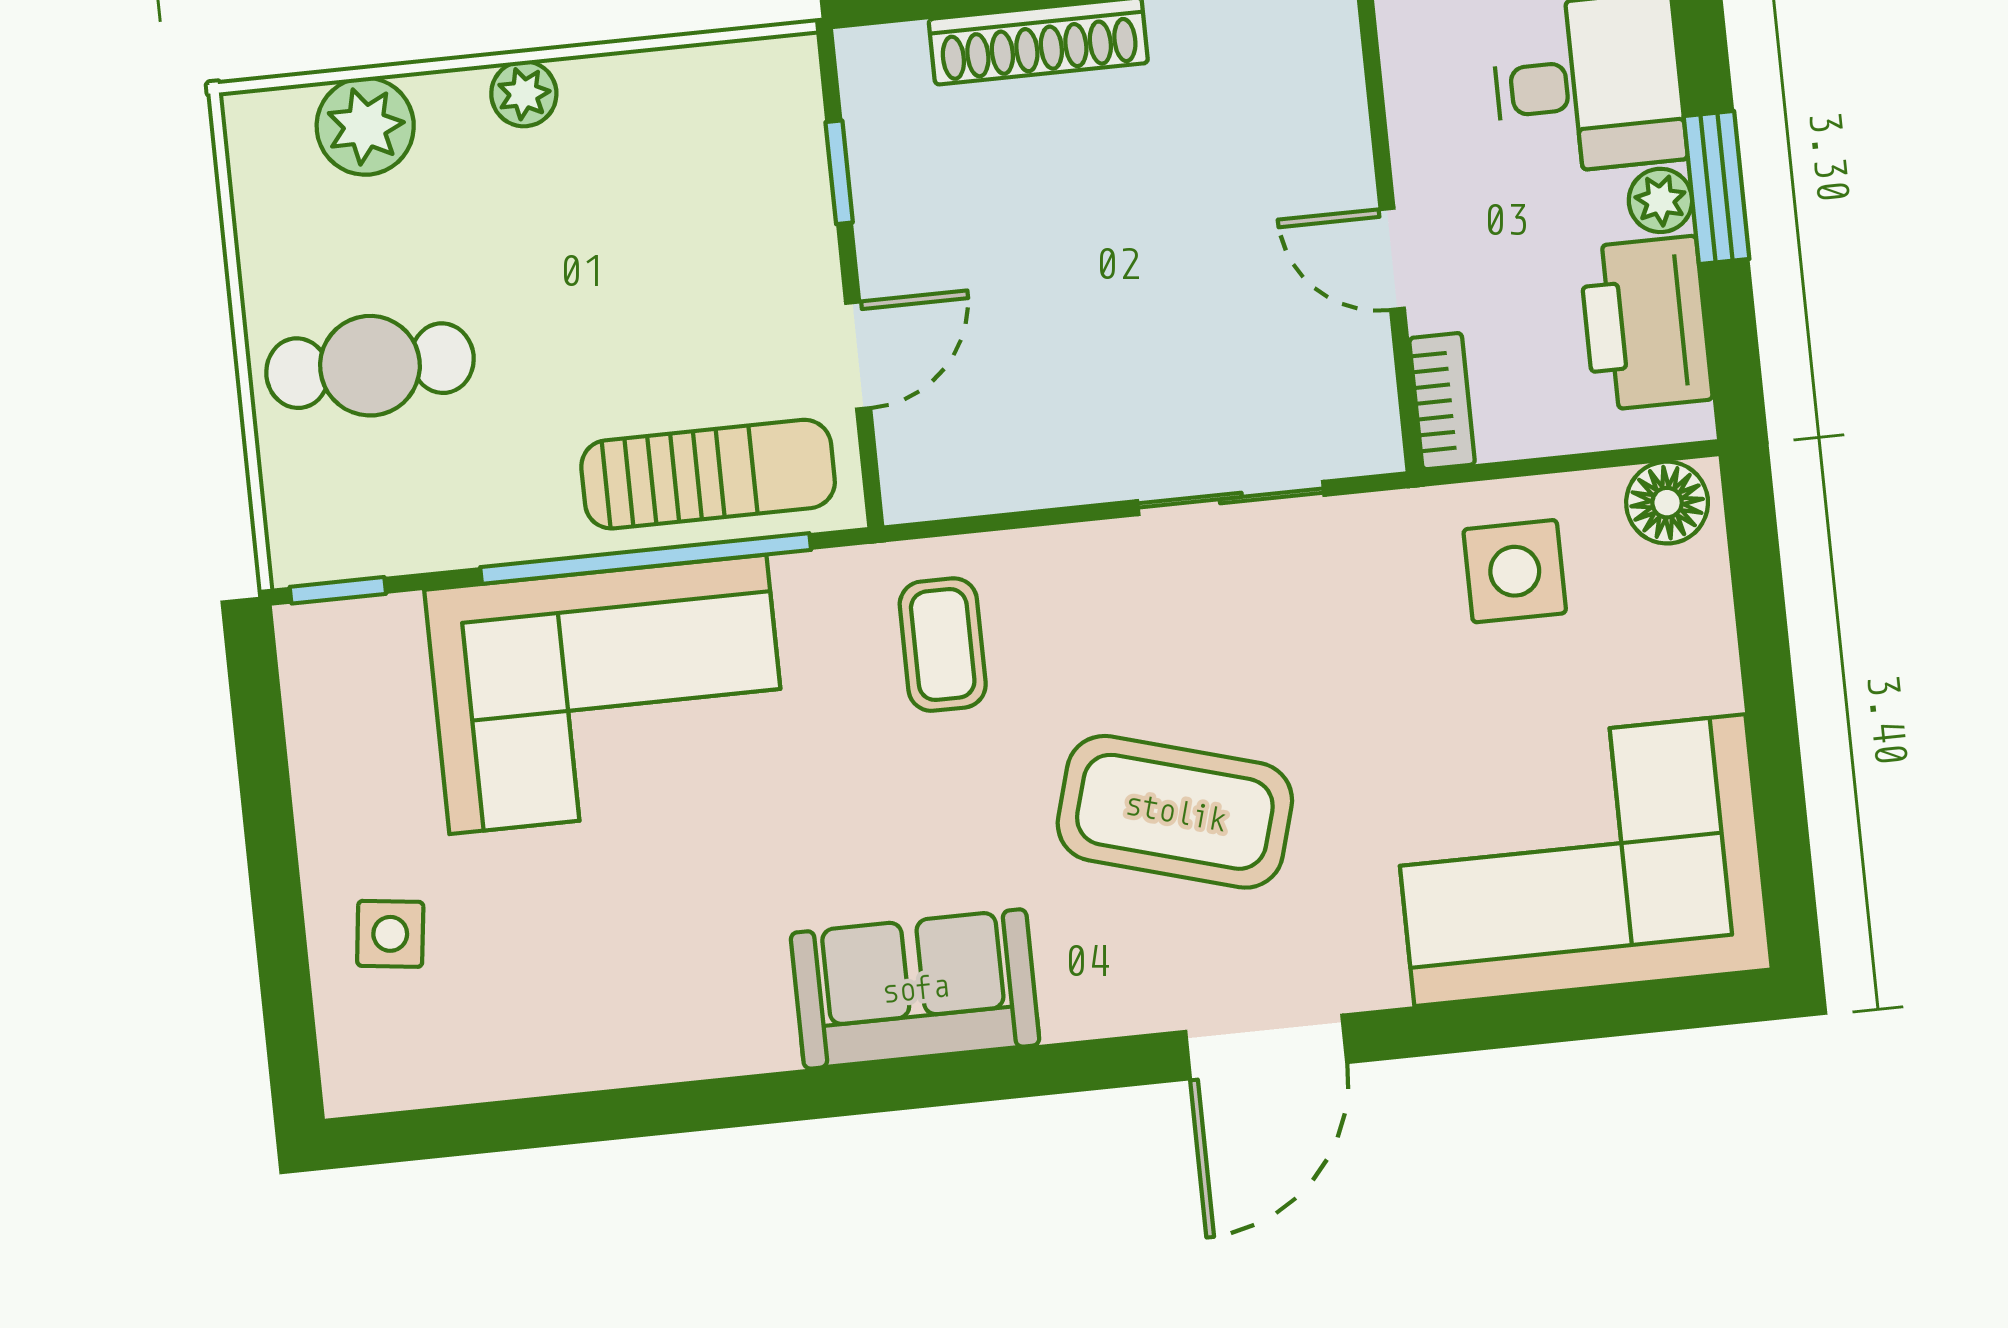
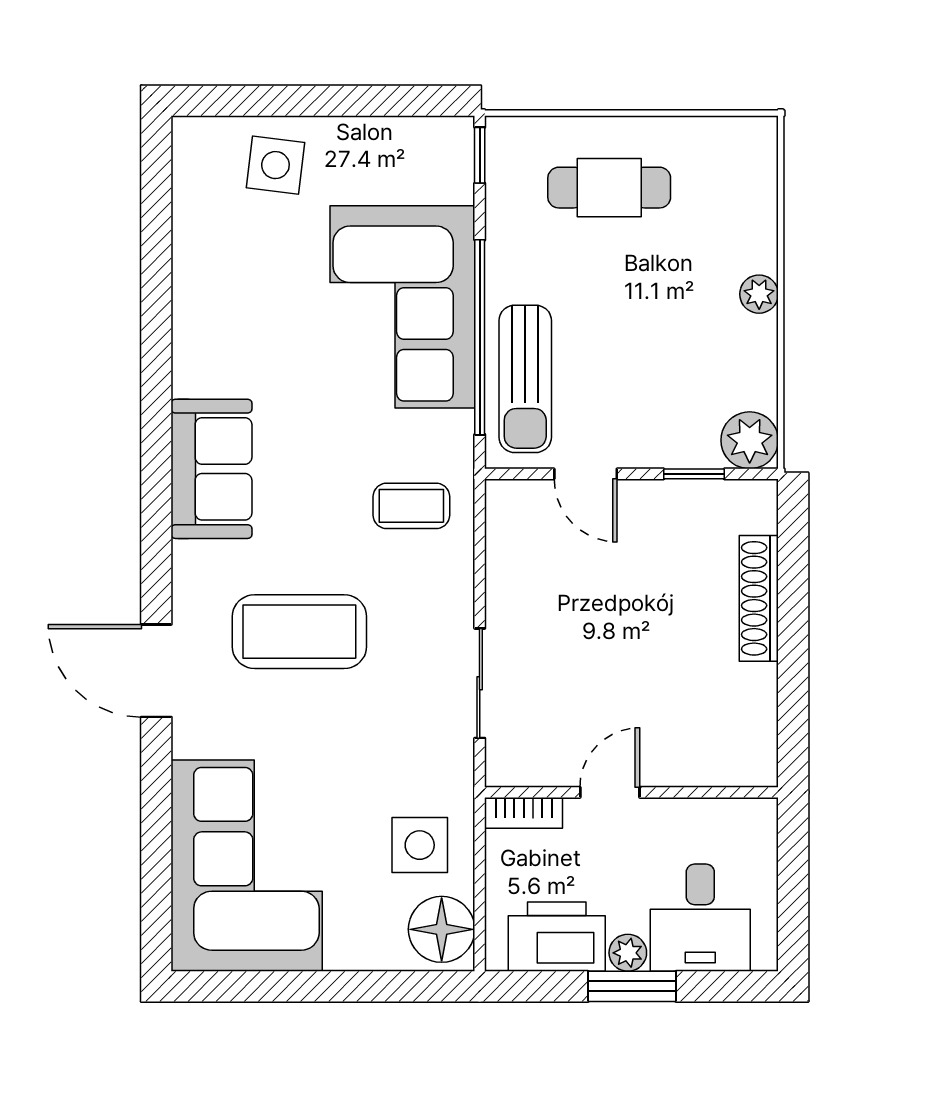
plant: (365, 126) -> (750, 440), moved
cafe table: (370, 366) -> (609, 188), turned 90
floor lamp: (1667, 503) -> (442, 929), width x1.38, depth x1.38
coffee table: (1175, 812) -> (299, 632), turned 74
side table: (390, 934) -> (275, 165), width x1.37, depth x1.37

